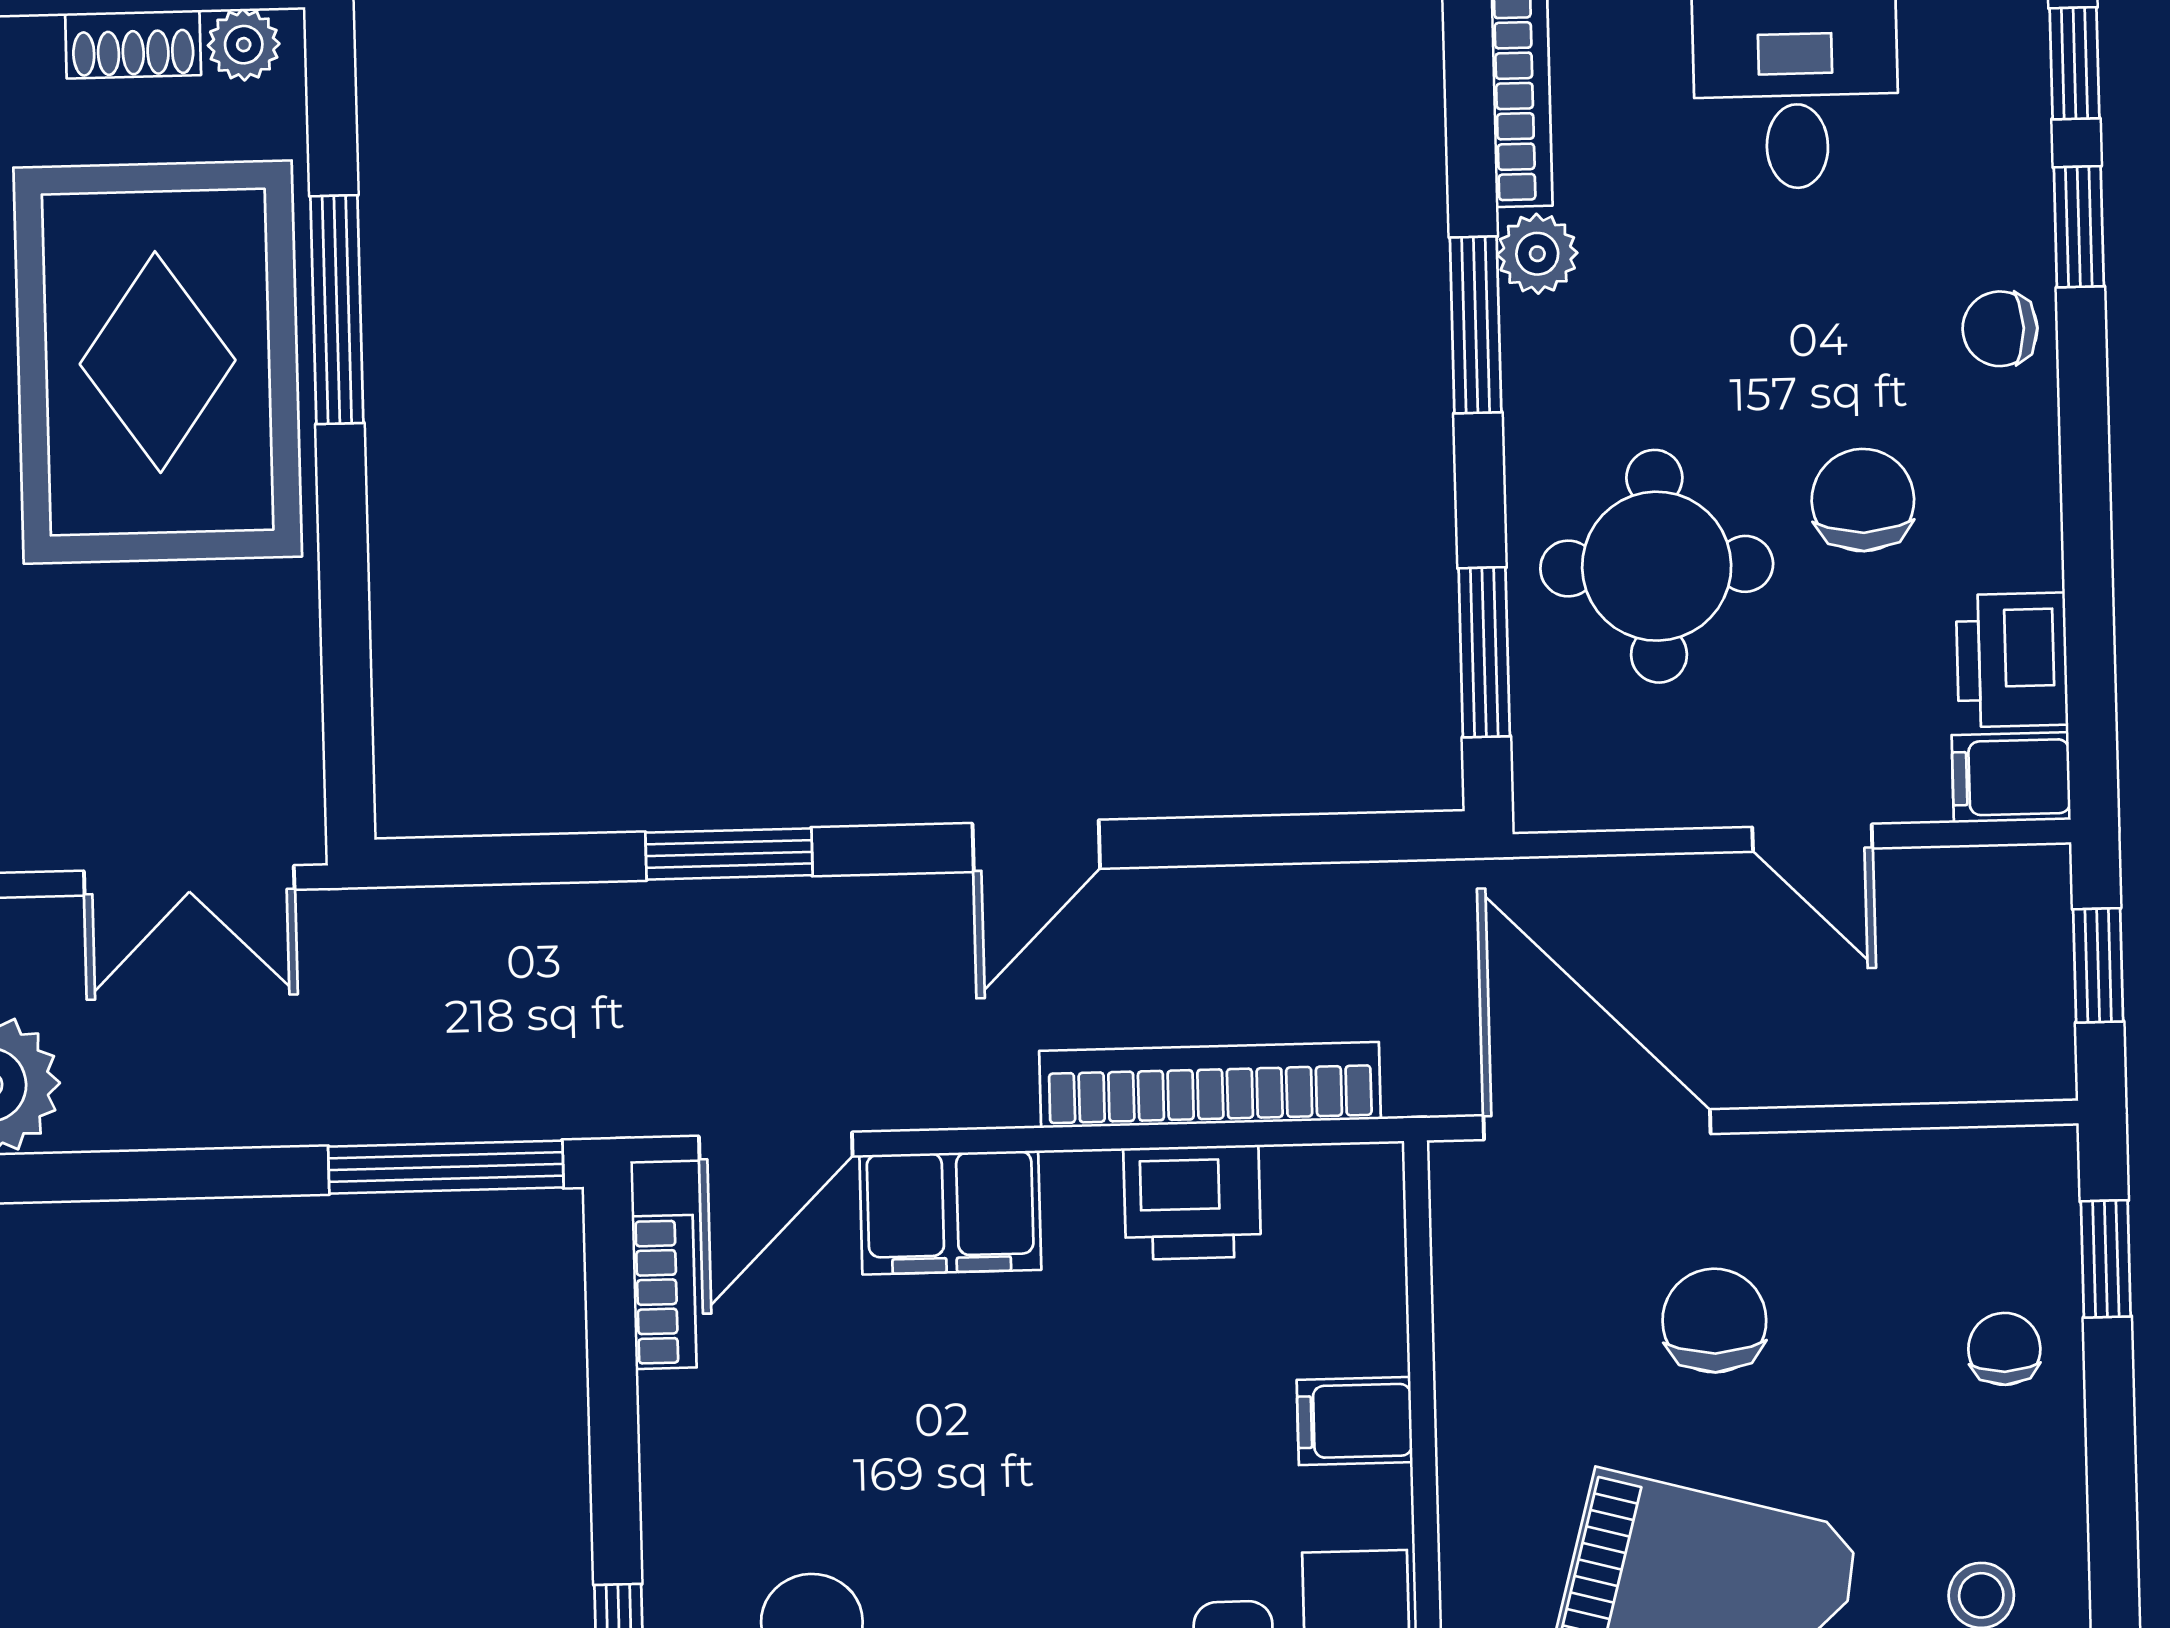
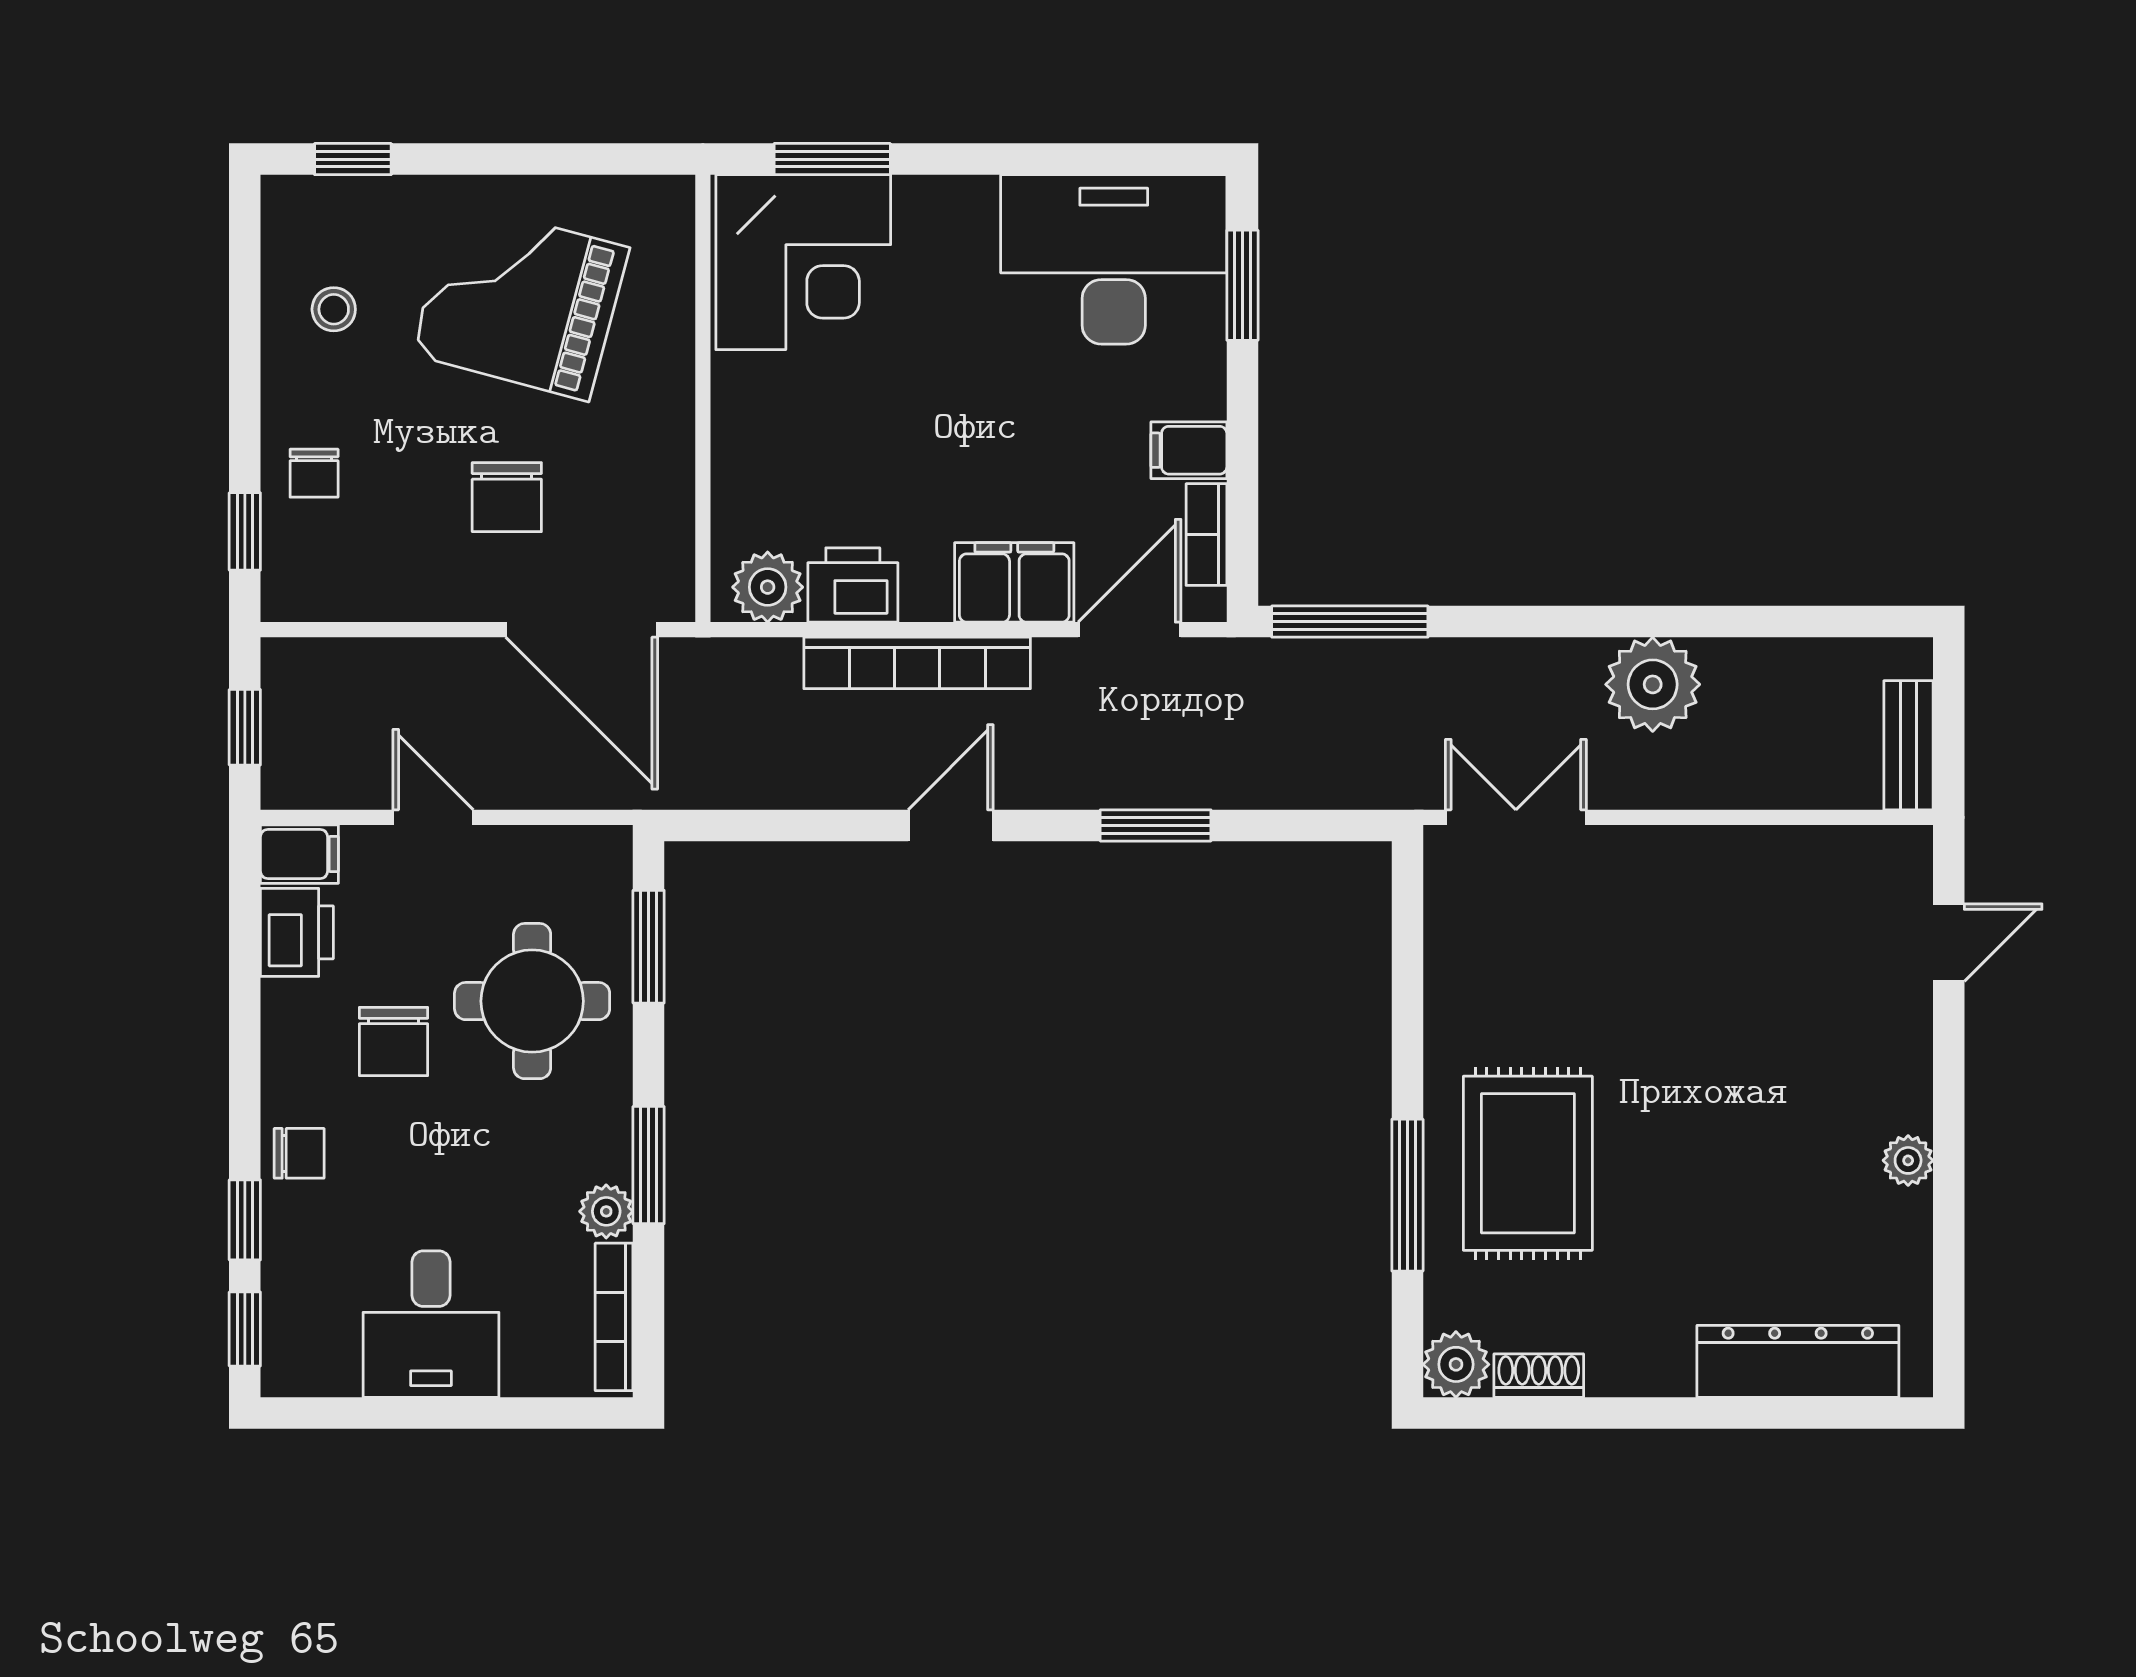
plant: (244, 45) -> (1456, 1364), width x1.38, depth x1.38
rug: (158, 362) -> (1528, 1163), width x0.73, depth x0.69
bookcase: (1210, 1085) -> (917, 663), moved
plant: (1320, 1196) -> (768, 587), added
filing cabinet: (1355, 1421) -> (1189, 450), moved, turned 180

